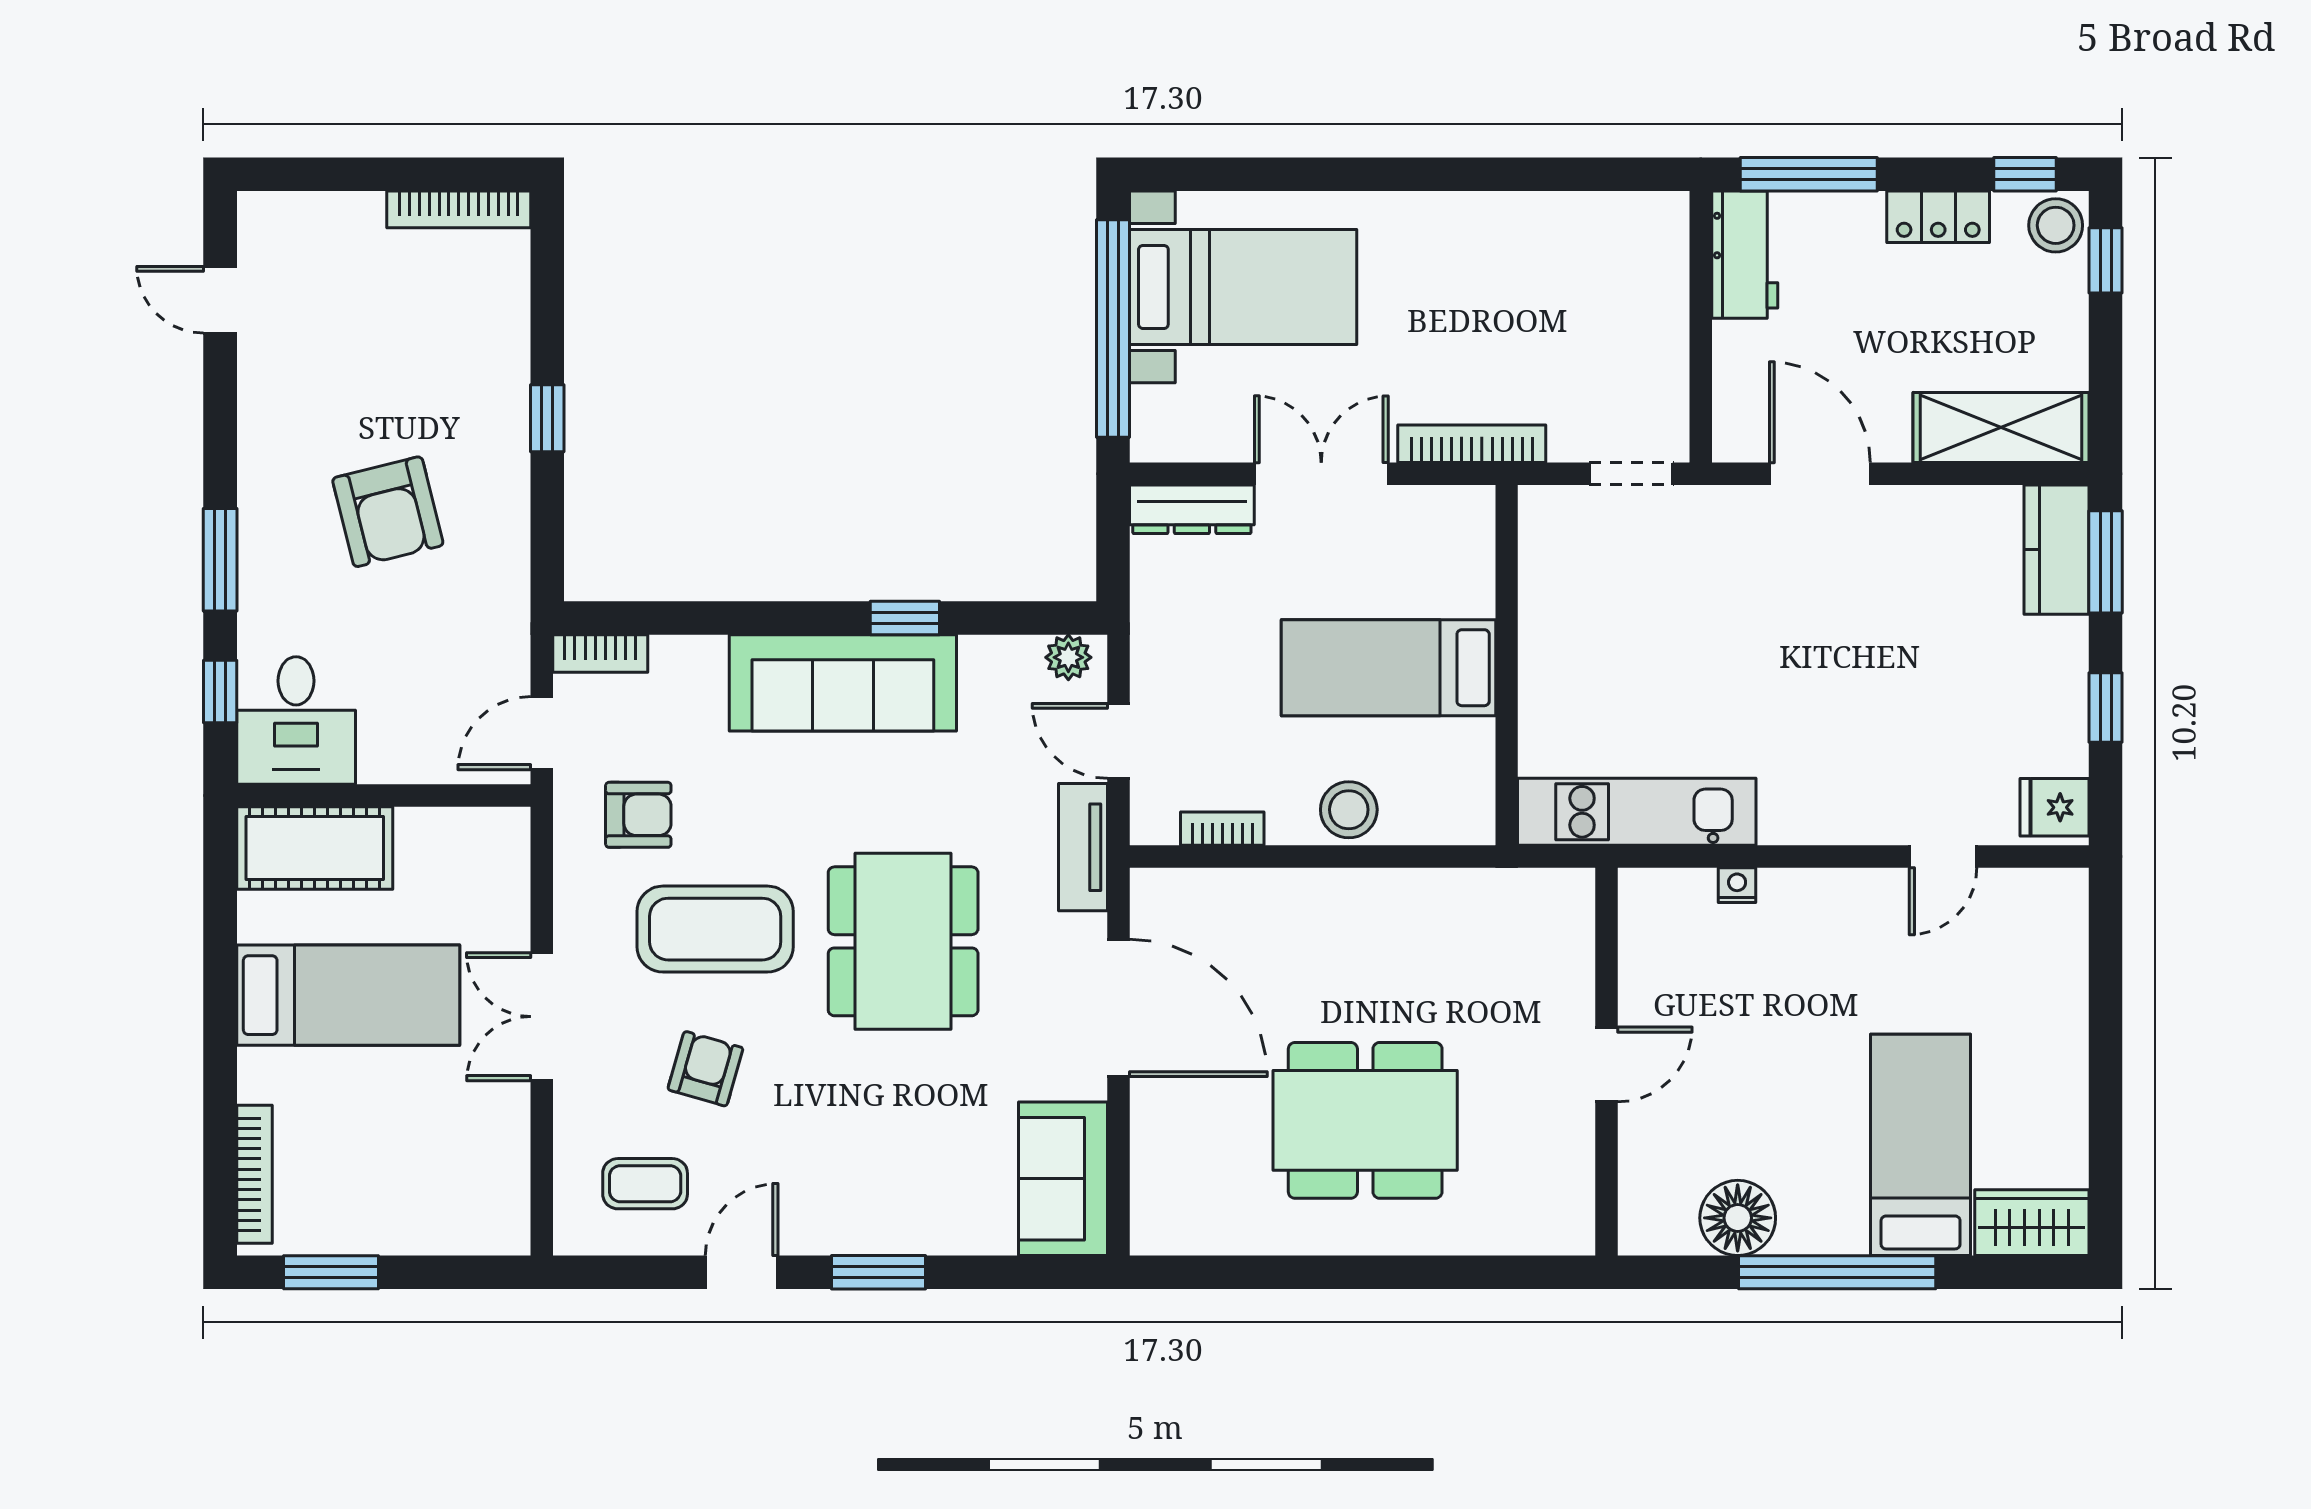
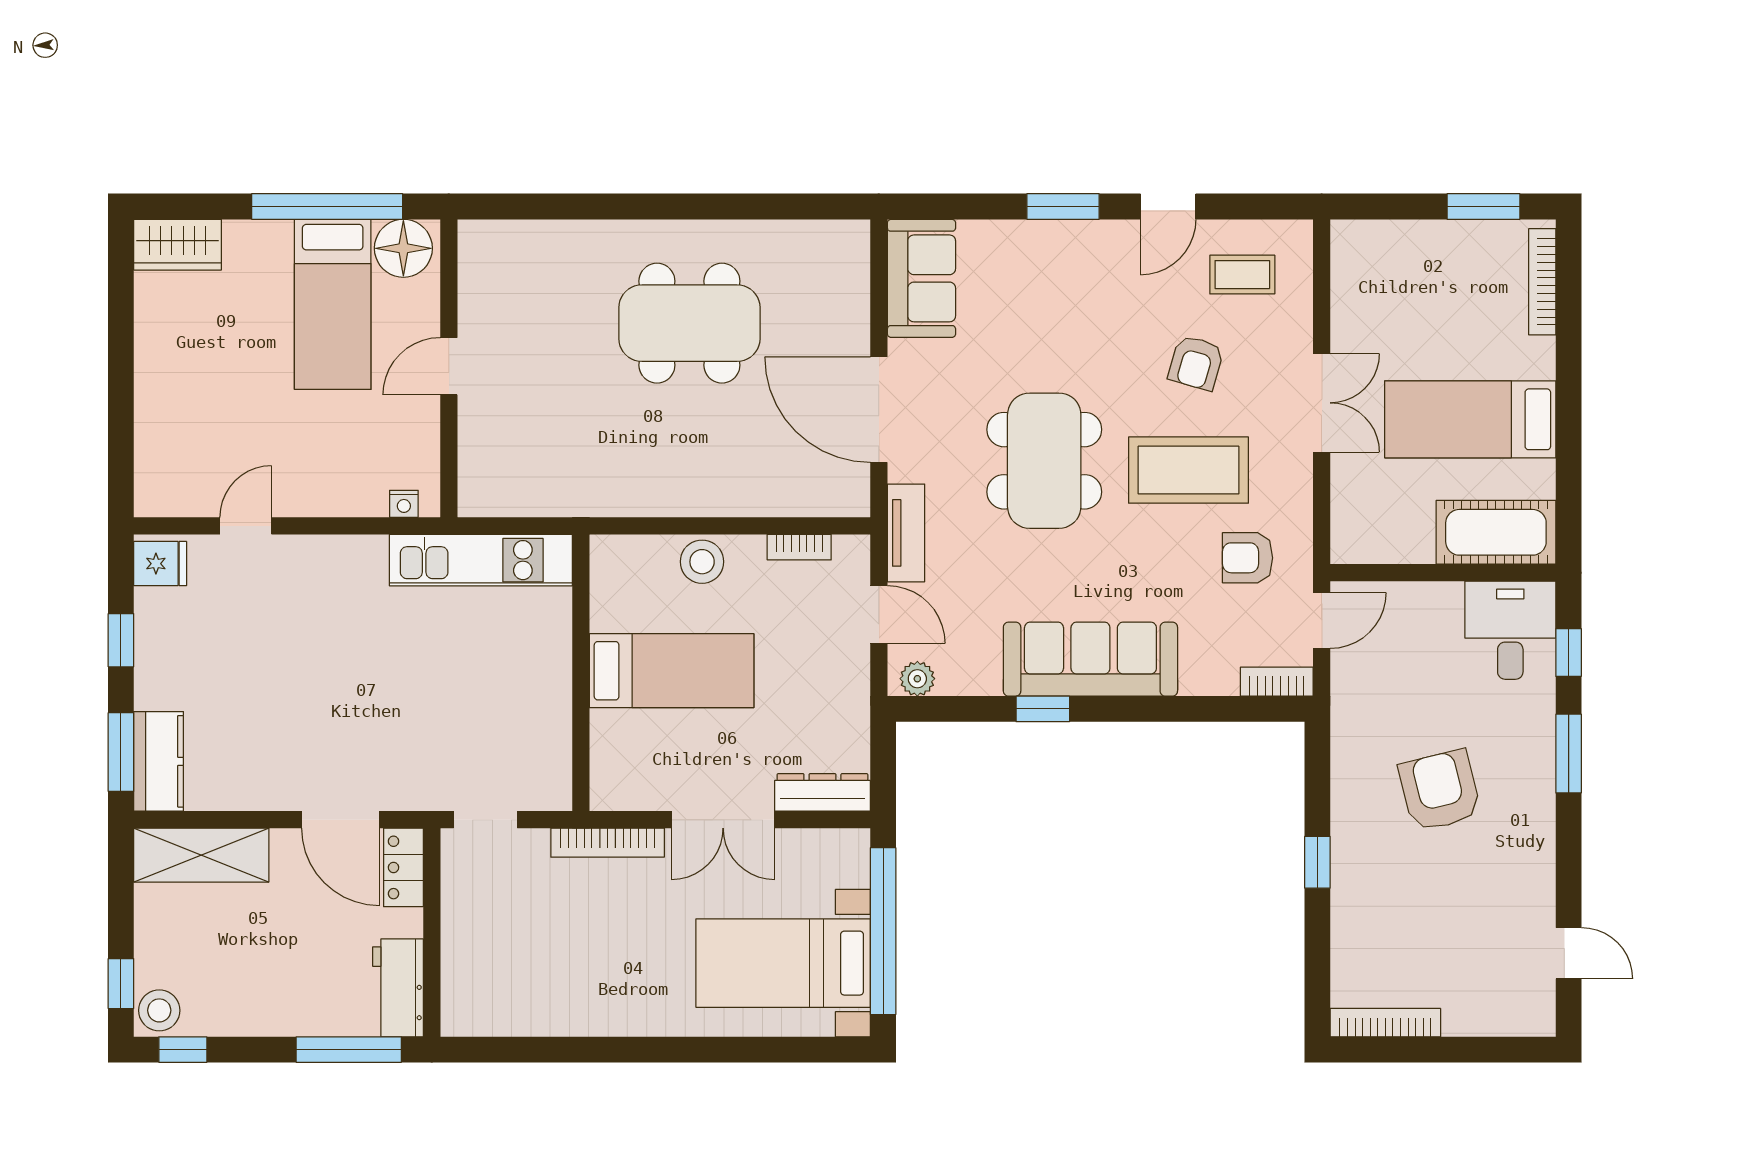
locker: (1938, 217) -> (403, 867), moved, turned -90
wall: (1606, 1062) -> (449, 368), moved
door: (1606, 1064) -> (449, 366), moved
bed: (1921, 1145) -> (333, 304), moved

